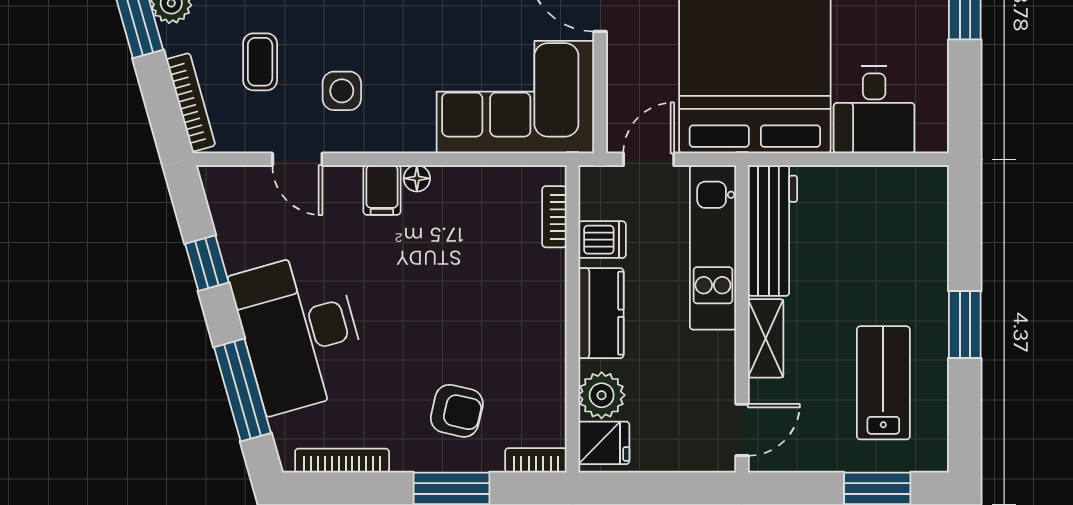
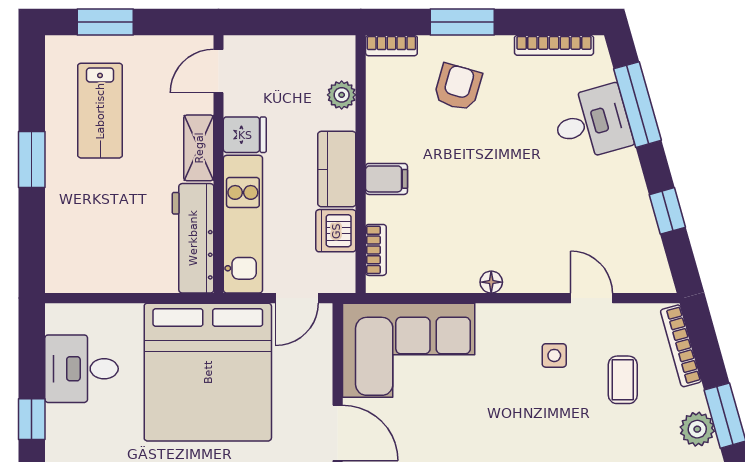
side table: (342, 91) -> (554, 355), width x0.73, depth x0.73
desk: (874, 110) -> (81, 369), moved, turned -90
filing cabinet: (382, 190) -> (386, 179), moved, turned 90
dishwasher: (602, 240) -> (336, 231), width x1.38
desk: (300, 332) -> (592, 123), width x0.53, depth x0.77
plant: (602, 395) -> (342, 95), width x0.73, depth x0.73
armchair: (457, 411) -> (458, 87), turned 93
fridge: (604, 443) -> (245, 135), moved, turned 180

